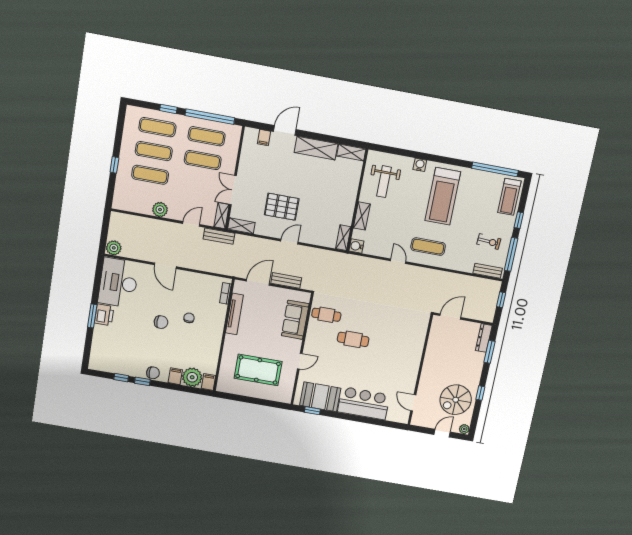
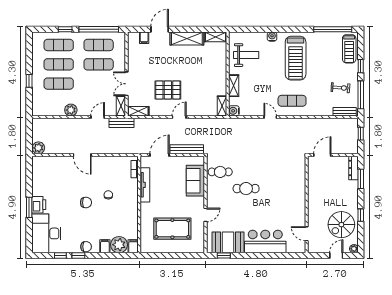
weight bench: (384, 182) -> (246, 55), turned -90
bench: (286, 280) -> (187, 149), width x1.36
desk: (118, 283) -> (46, 233), moved

